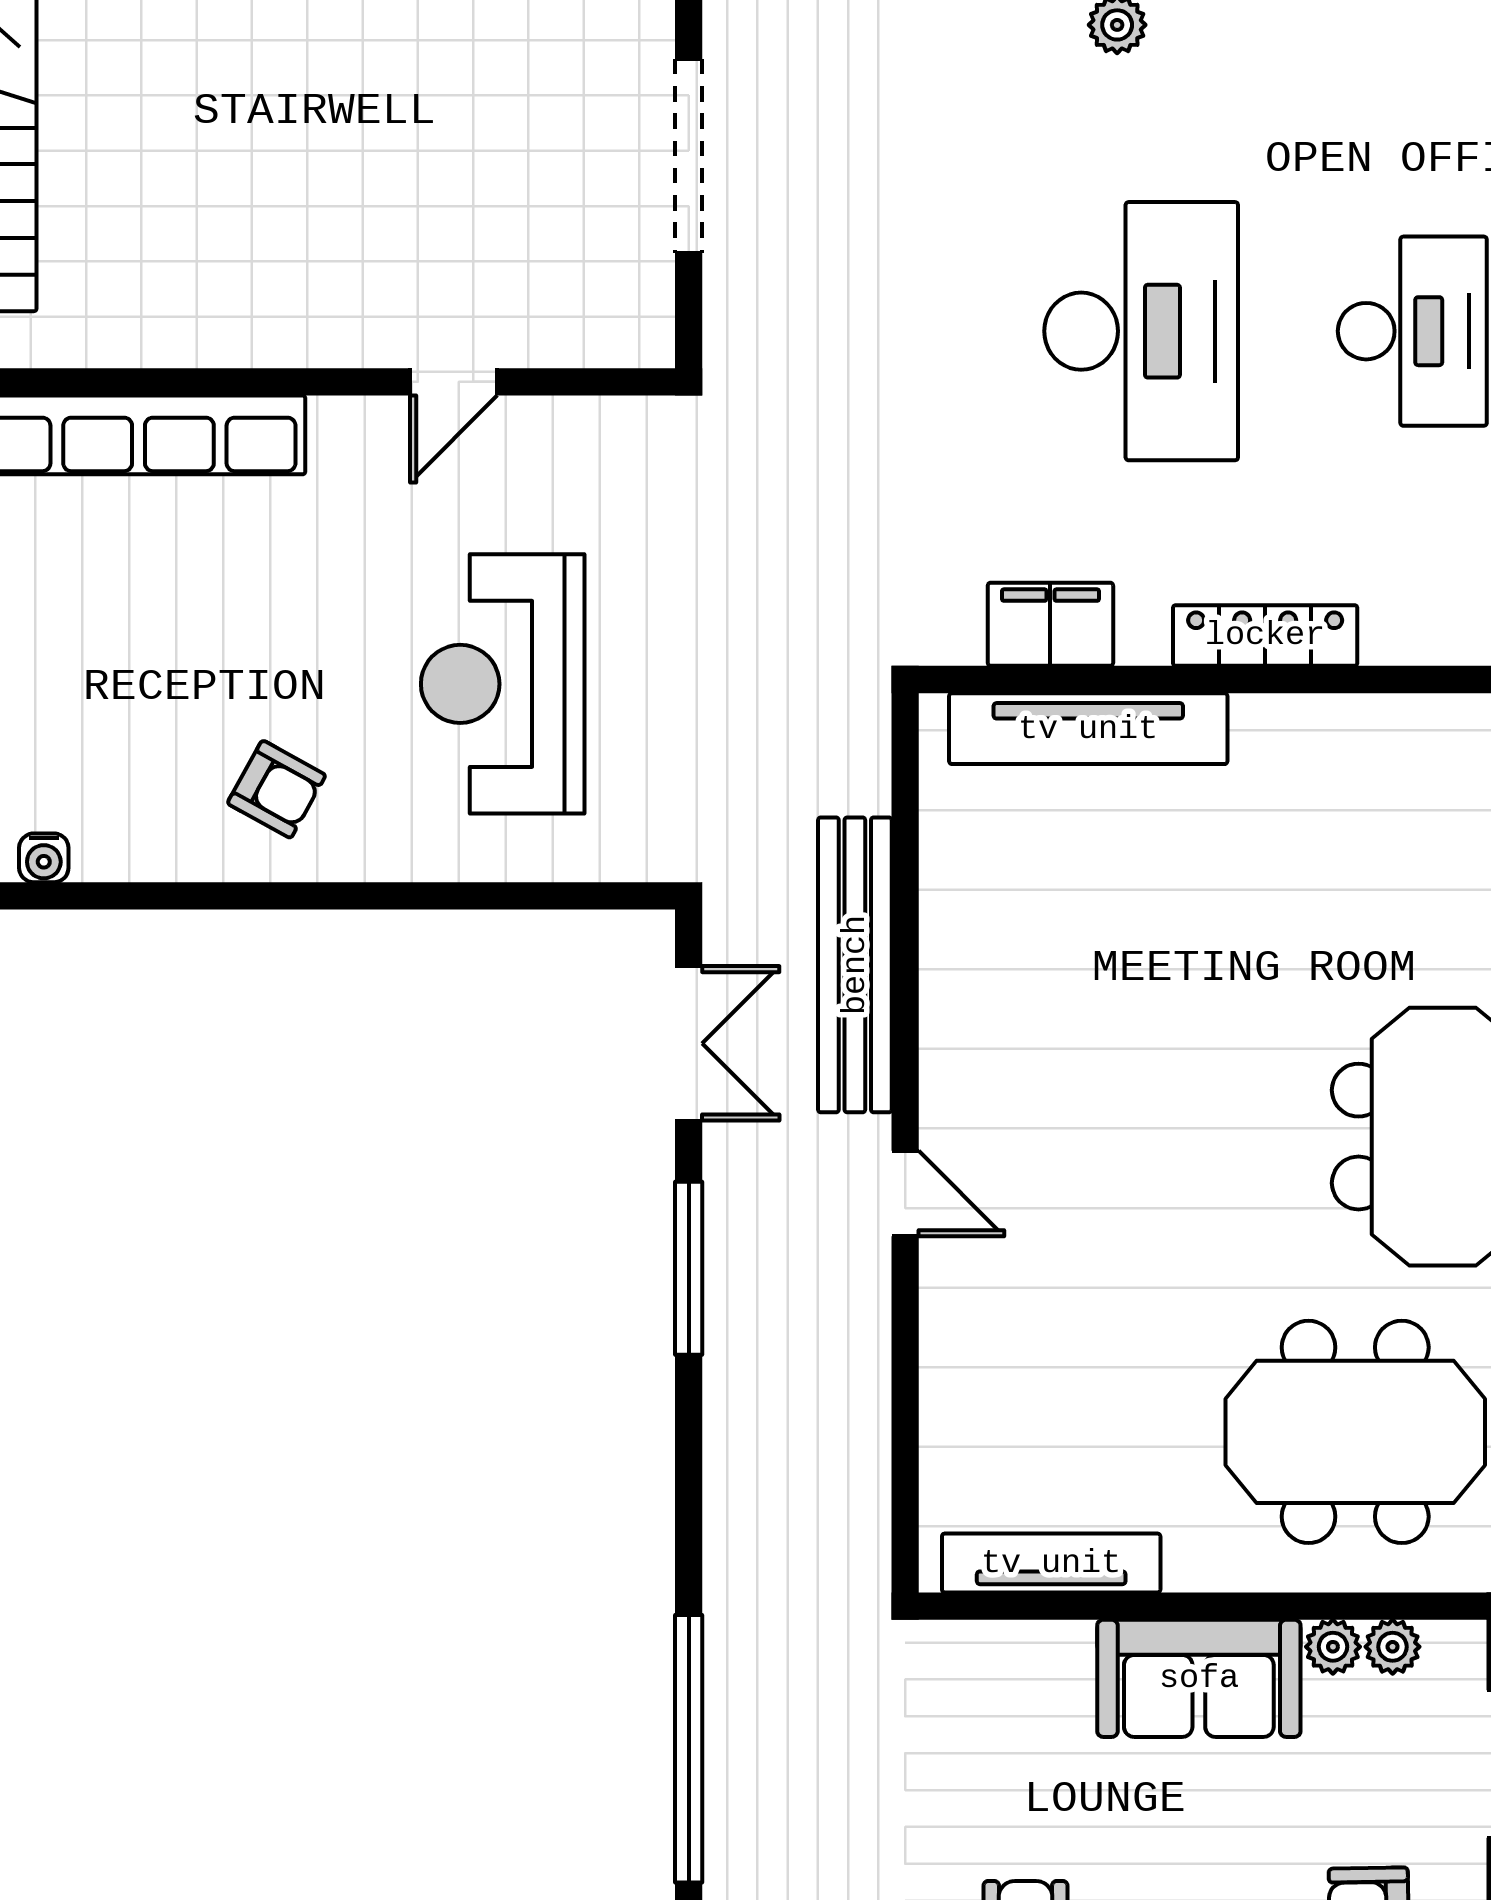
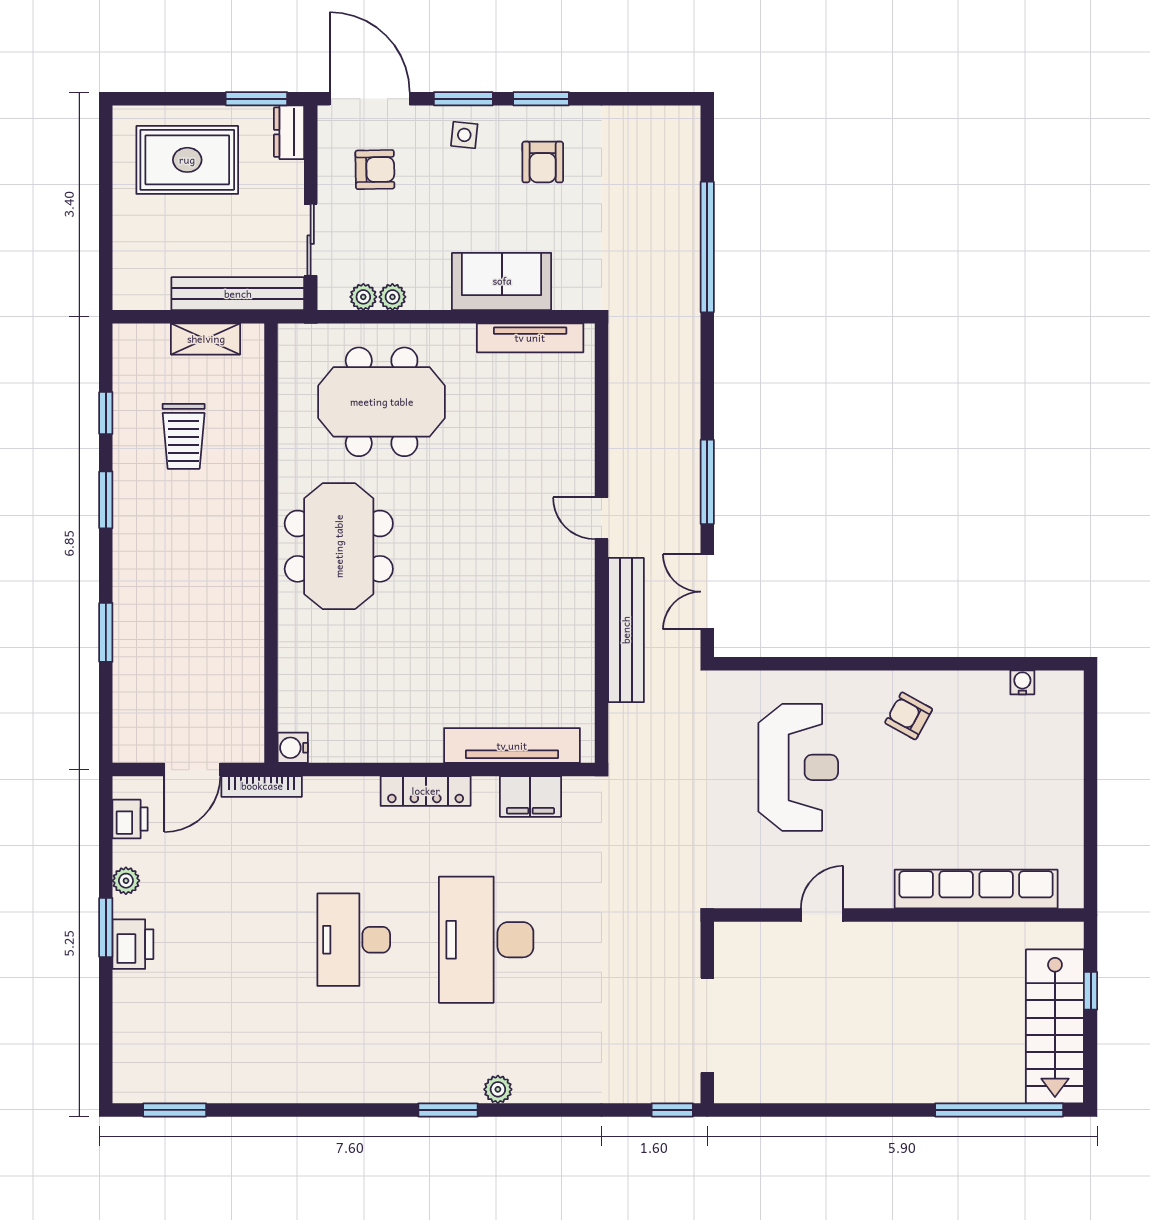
sofa: (1199, 1678) -> (502, 281), moved

